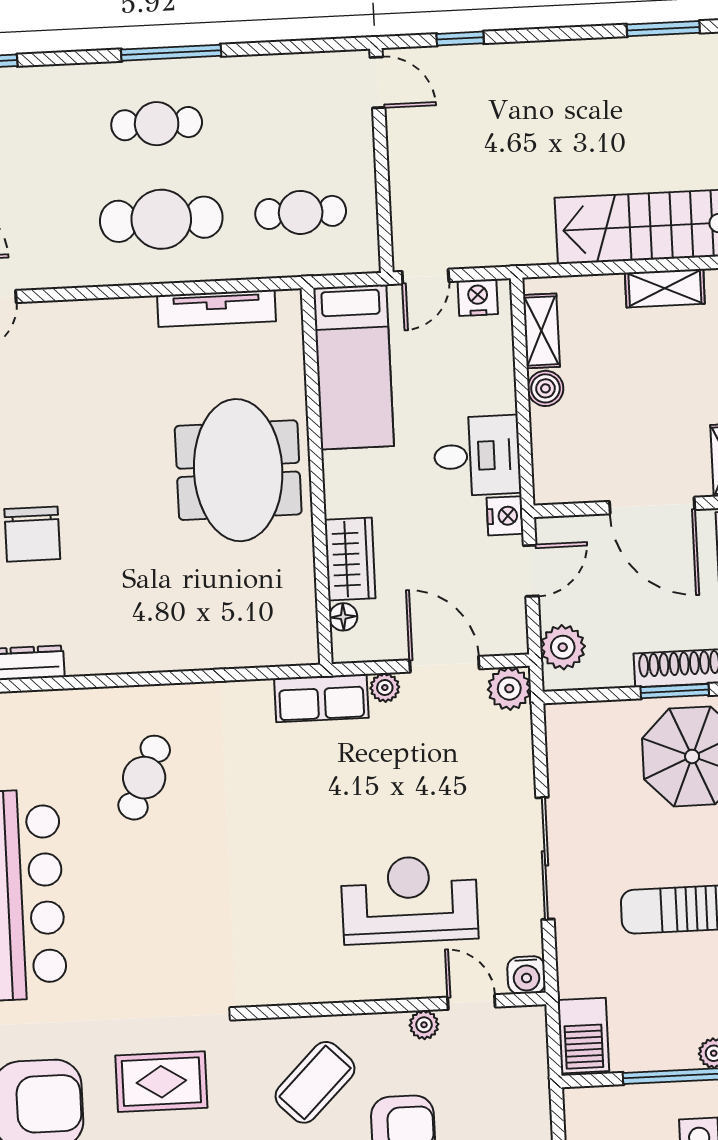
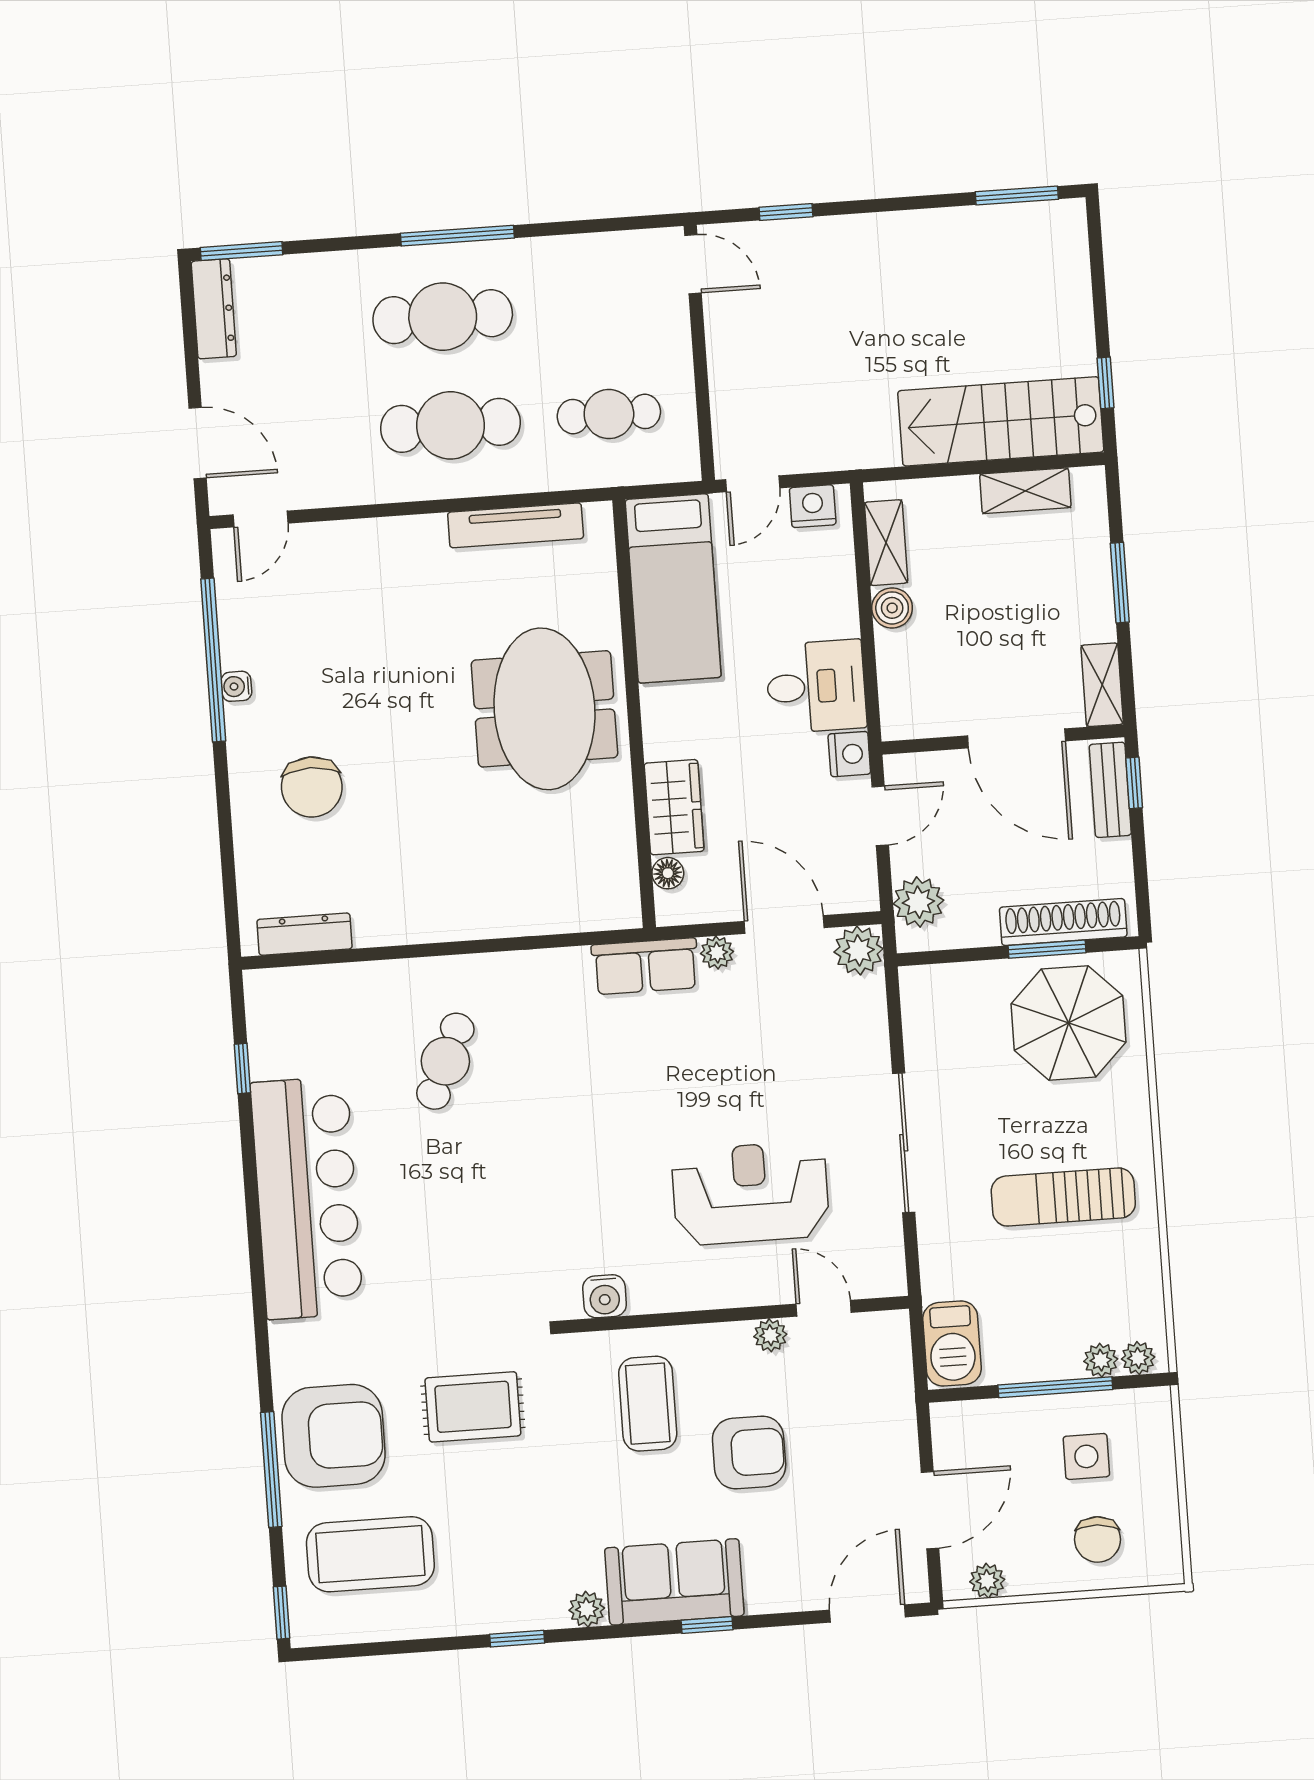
cafe table: (157, 124) -> (443, 317), width x1.37, depth x1.35
water cooler: (526, 975) -> (605, 1296), moved
coffee table: (315, 1082) -> (648, 1404), turned -45

